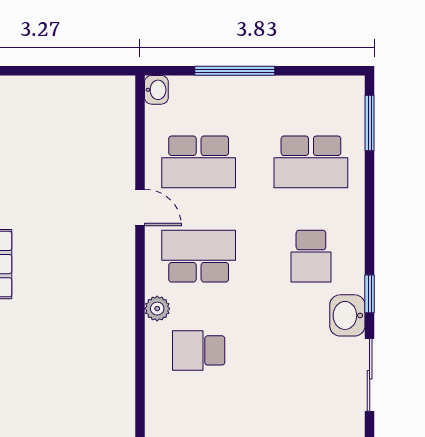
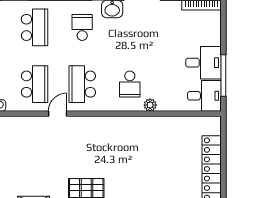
school desk: (311, 256) -> (82, 27), turned -90
plant: (157, 309) -> (150, 105), moved

